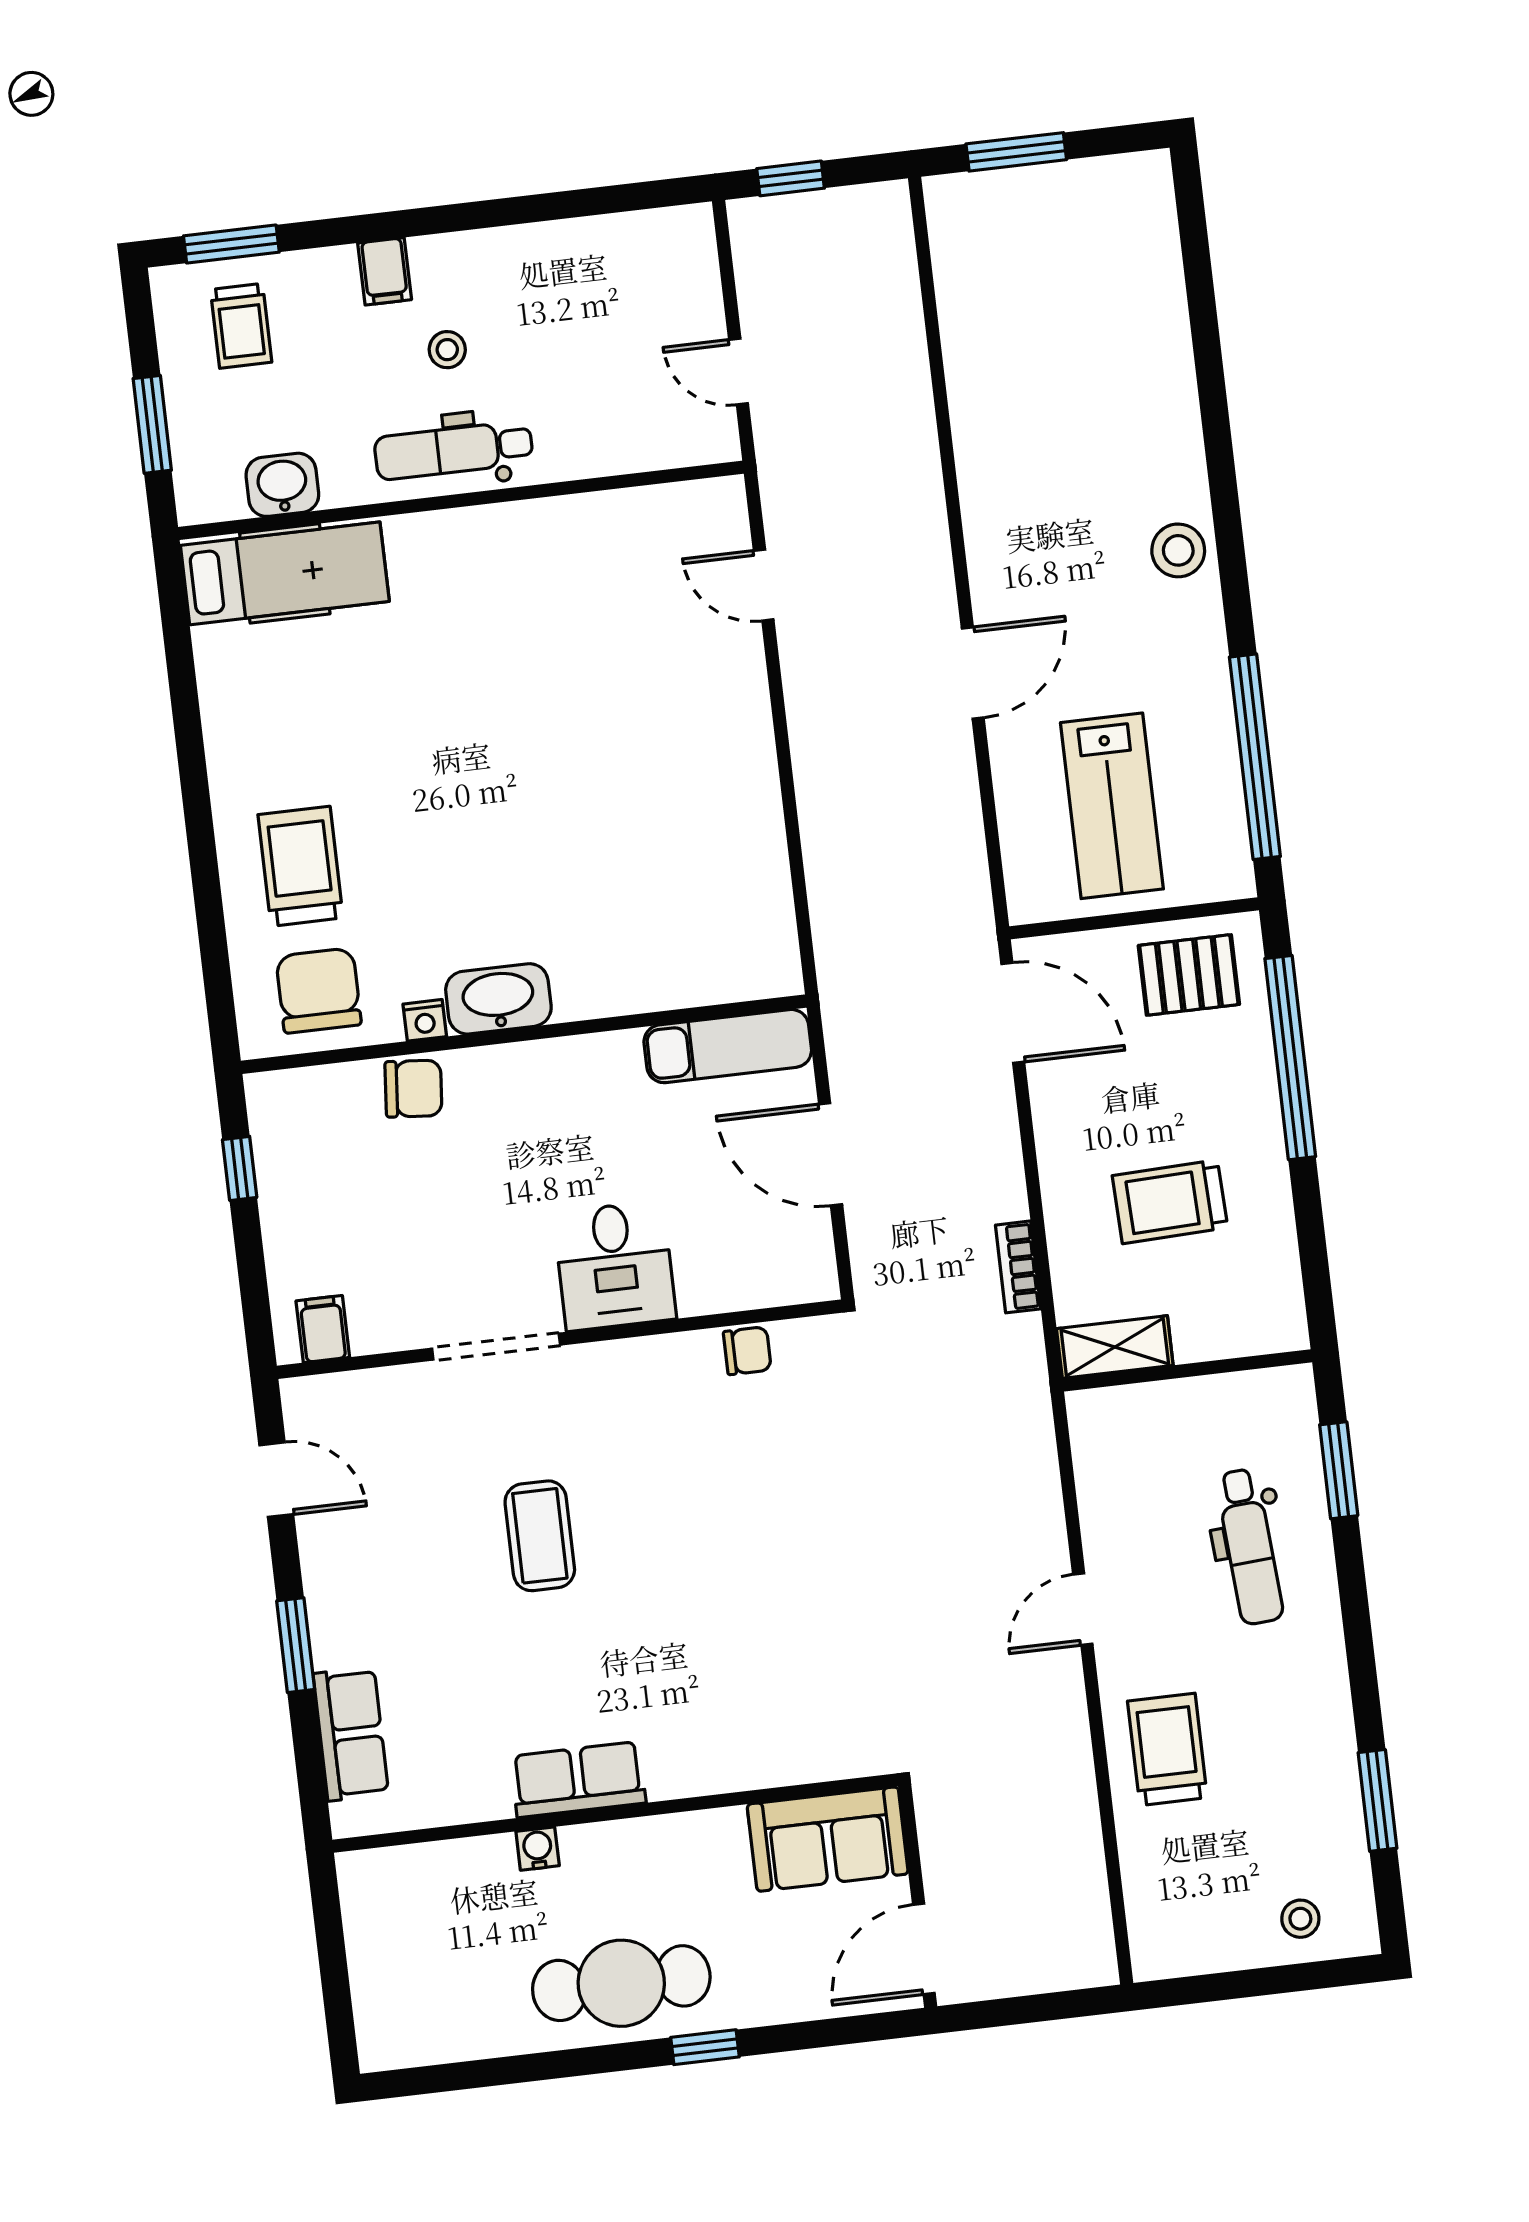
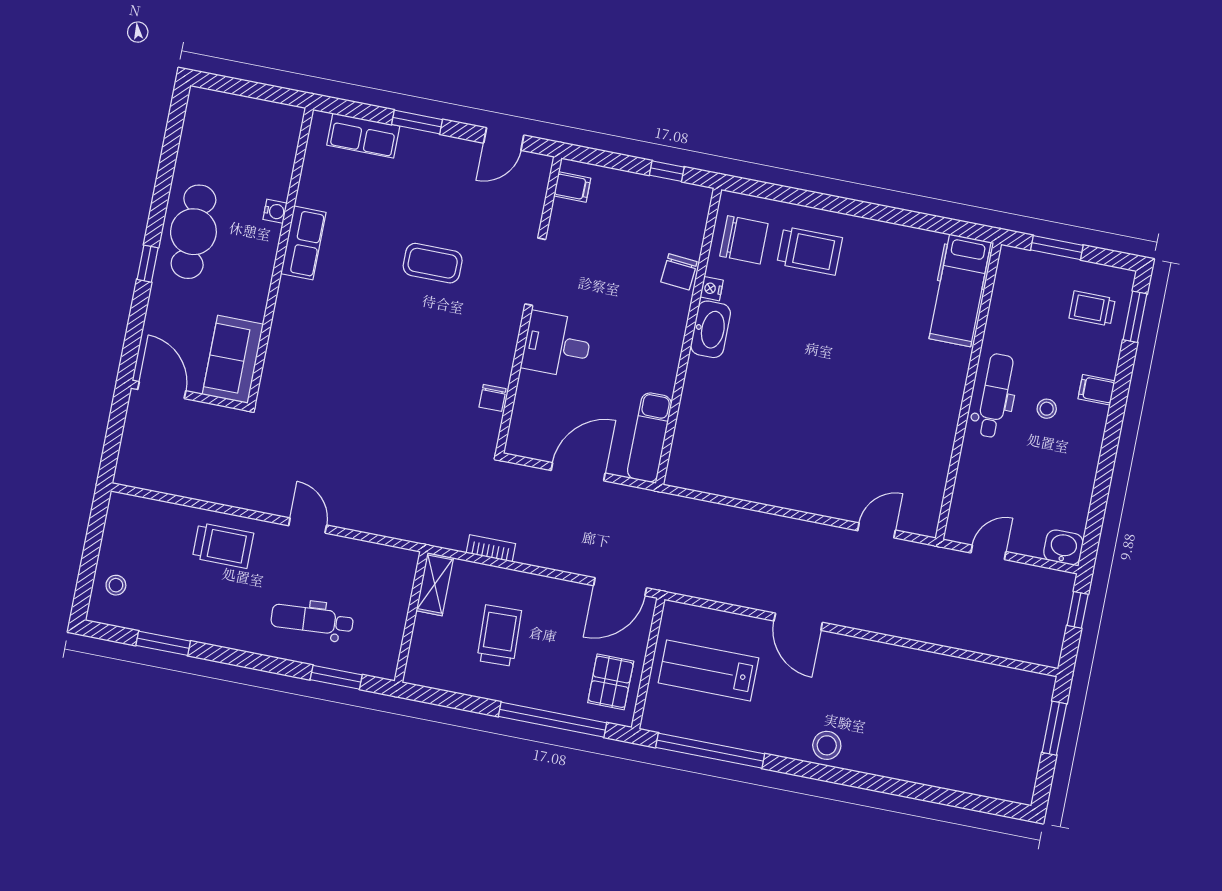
washbasin: (282, 485) -> (1063, 547), moved, turned -90

